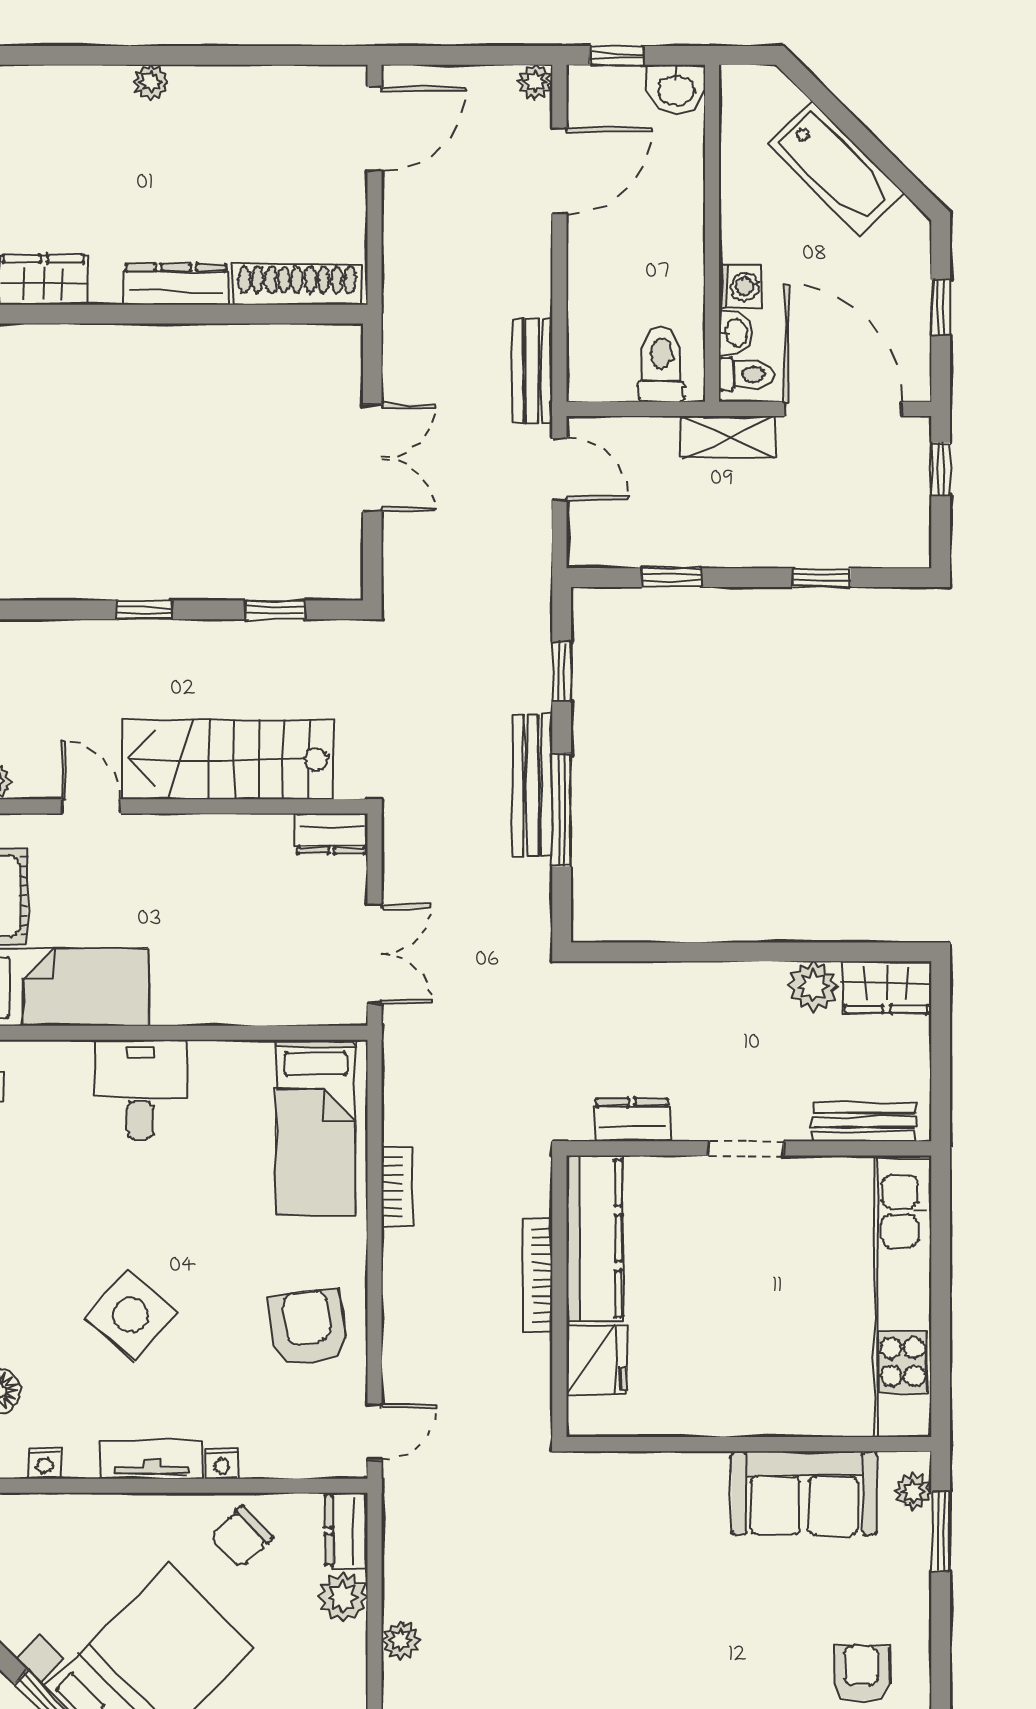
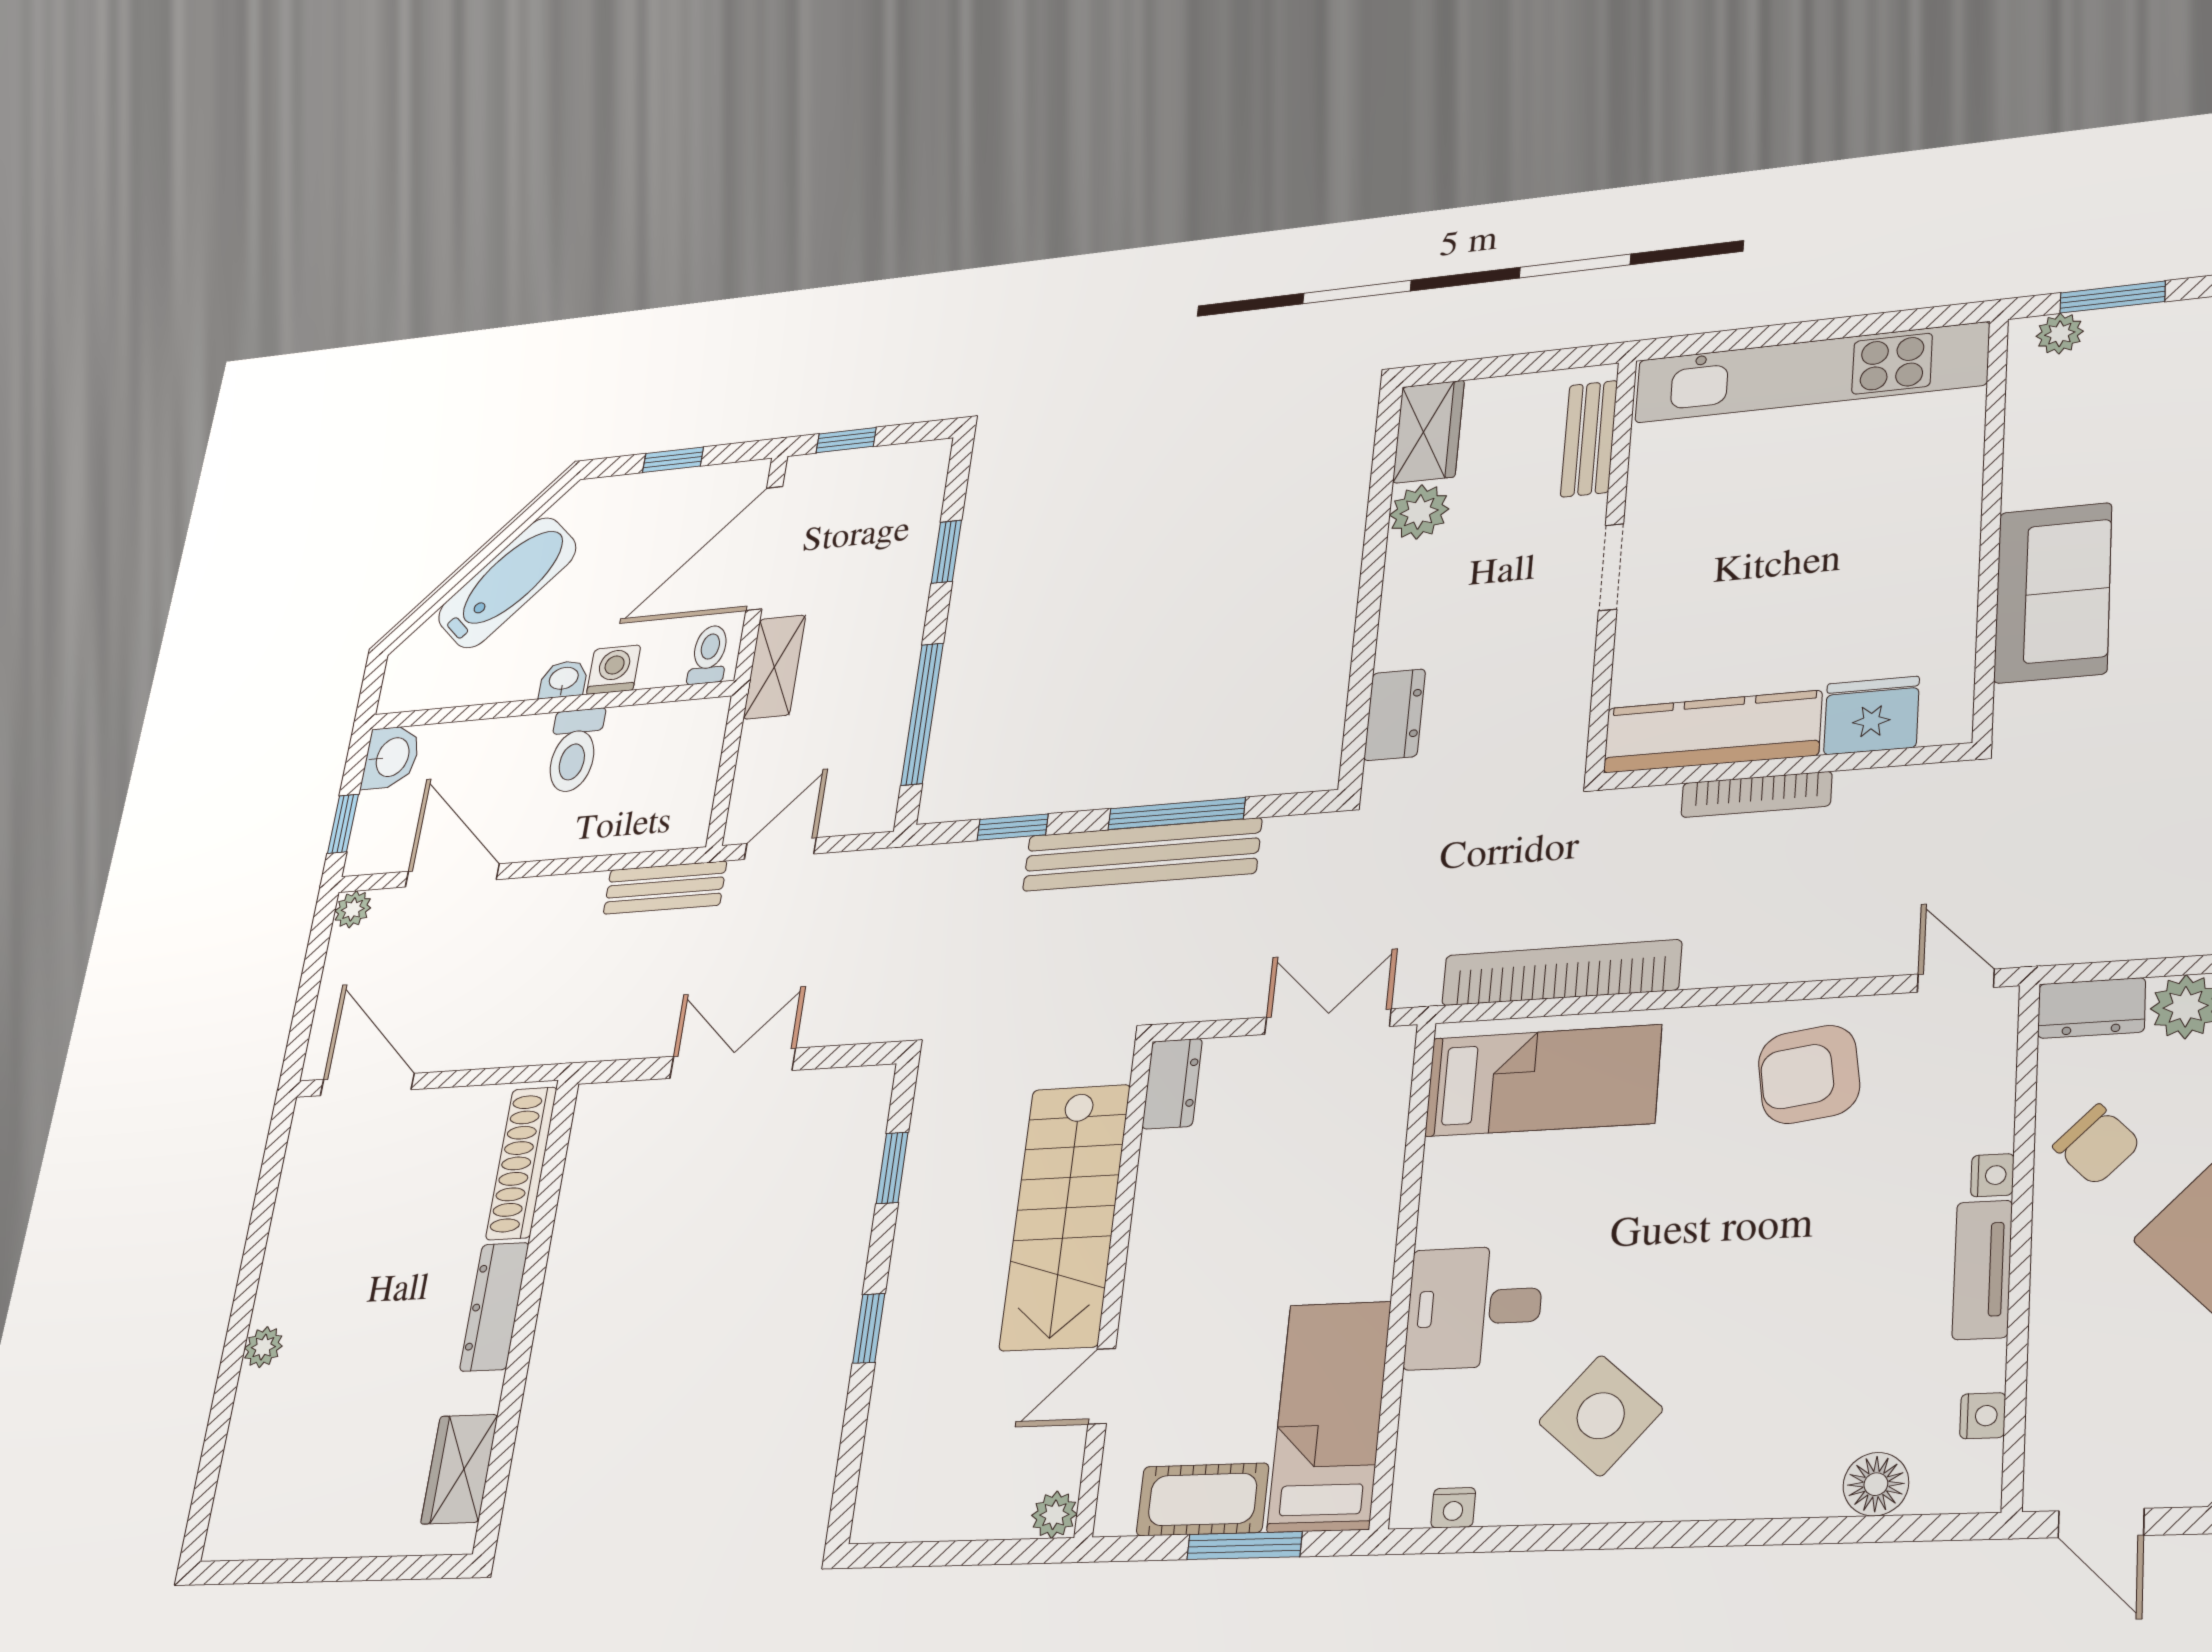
washbasin: (736, 333) -> (563, 679), moved
toilet: (661, 364) -> (574, 750), moved, turned -90
window: (671, 578) -> (922, 714), width x2.17
bench: (533, 785) -> (1142, 855), width x1.37, depth x1.21
dresser: (632, 1120) -> (1395, 715), moved, turned 180
bookcase: (397, 1187) -> (1561, 973), width x2.31, depth x1.31
side table: (130, 1315) -> (1601, 1416), moved
sofa: (804, 1493) -> (2053, 593), moved

